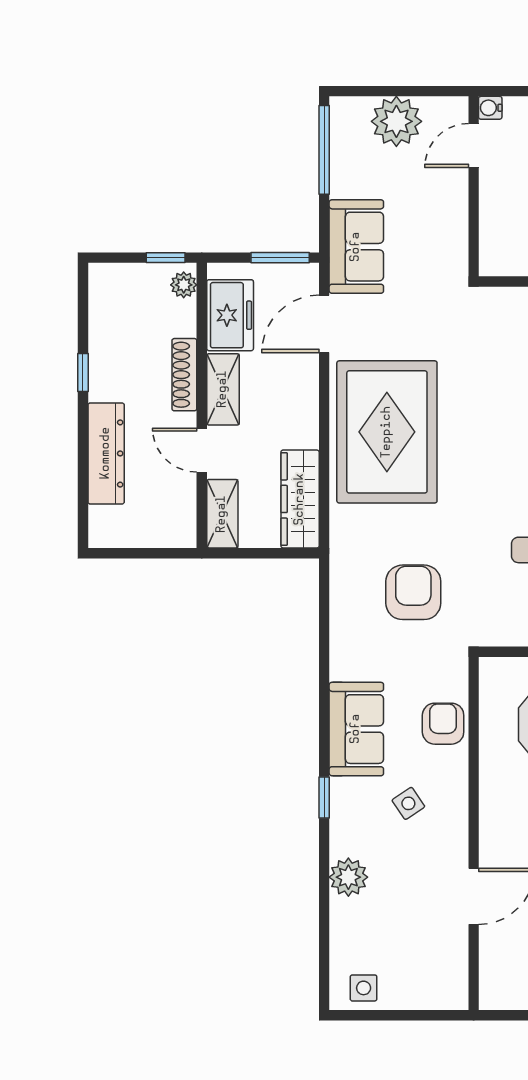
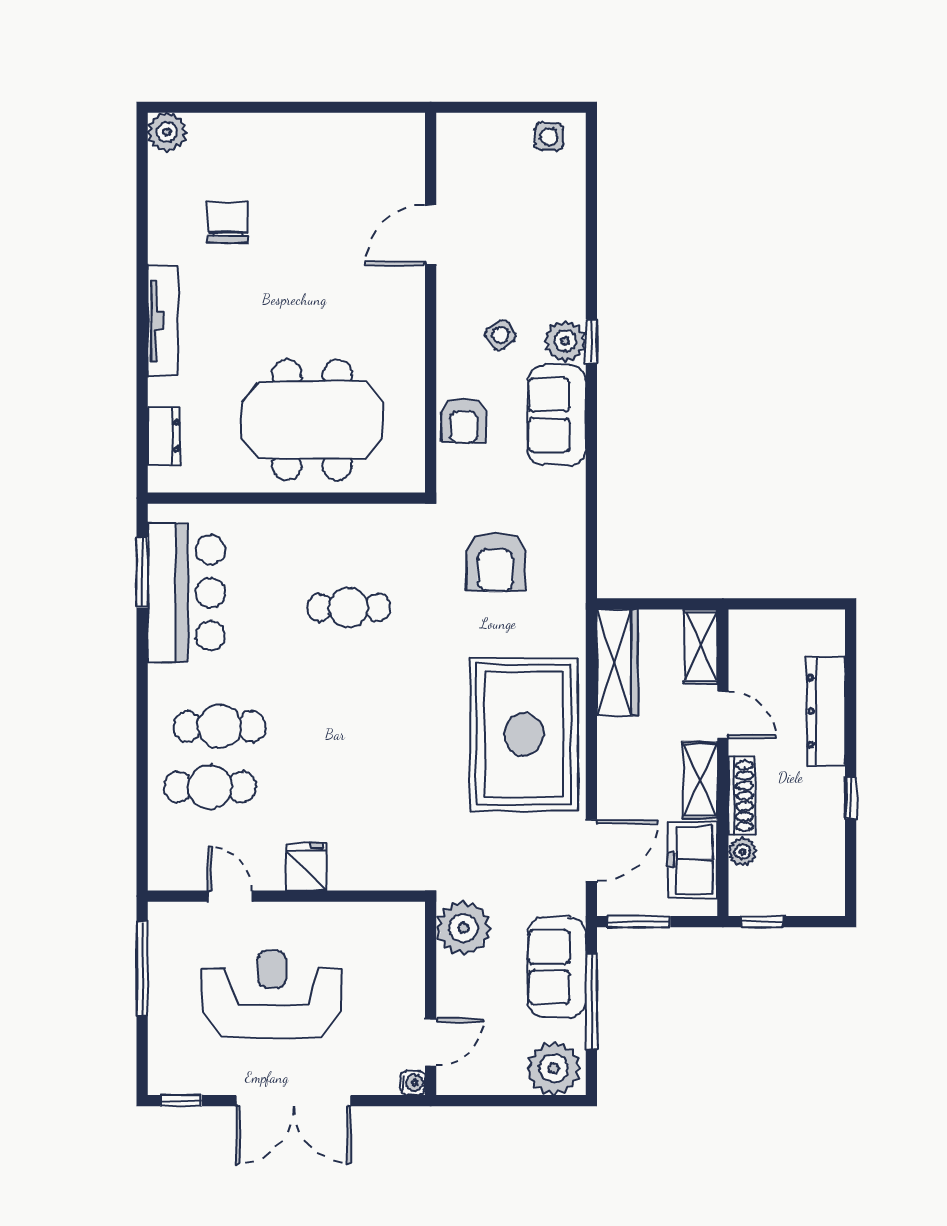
plant: (396, 121) -> (554, 1068), moved
window: (324, 150) -> (591, 1001), moved
sofa: (356, 247) -> (557, 967), moved
plant: (443, 252) -> (463, 928), added
plant: (184, 285) -> (742, 852), moved
plant: (348, 877) -> (565, 341), moved

